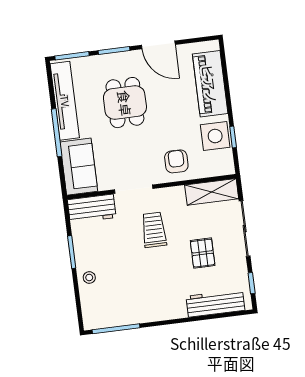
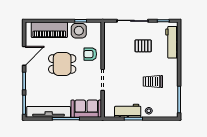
dining table: (125, 103) -> (62, 64), moved
shelving: (212, 192) -> (110, 36), removed
workbench: (92, 209) -> (128, 111), moved, turned -90
trolley: (154, 230) -> (153, 82), moved

